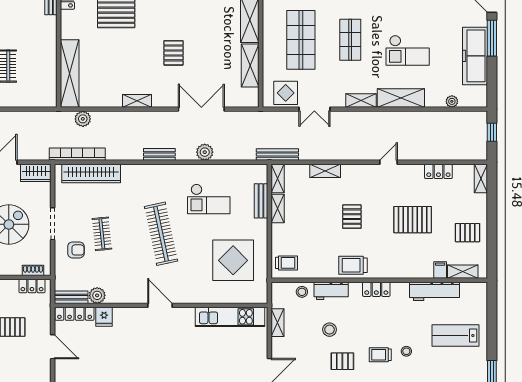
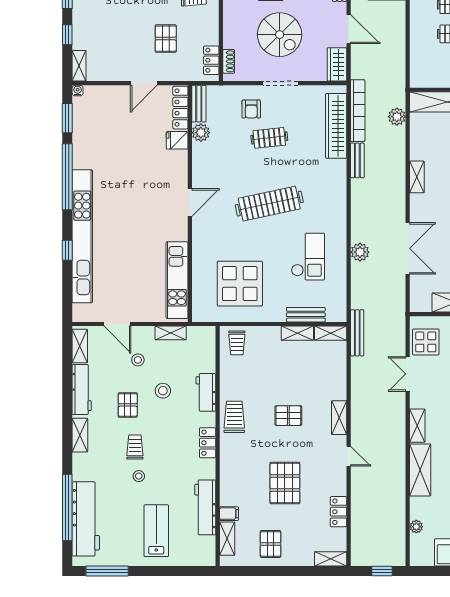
bench: (159, 154) -> (357, 160), moved
shelving: (325, 171) -> (339, 418), moved
checkout: (209, 199) -> (308, 257), turned 180
stool: (302, 292) -> (138, 360), moved

